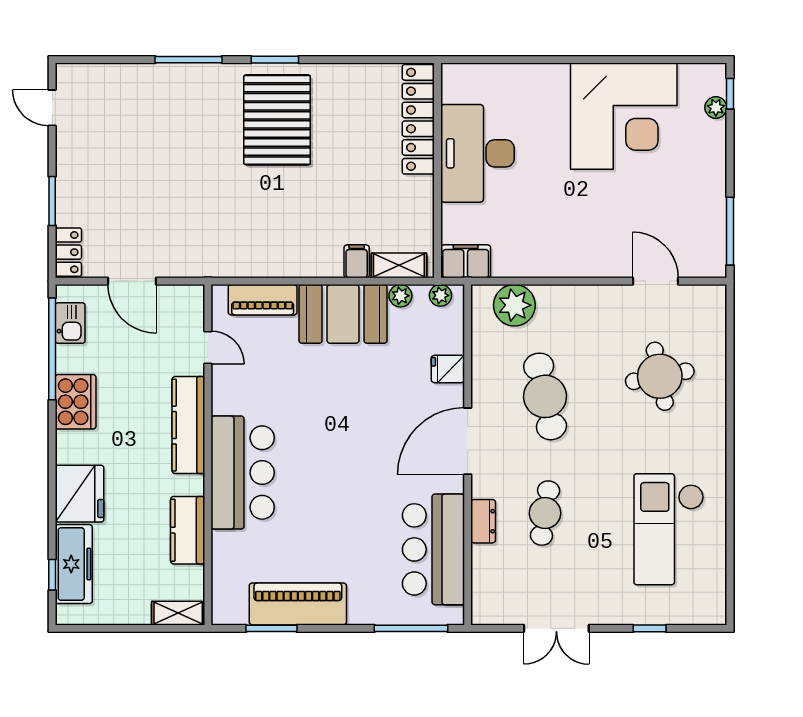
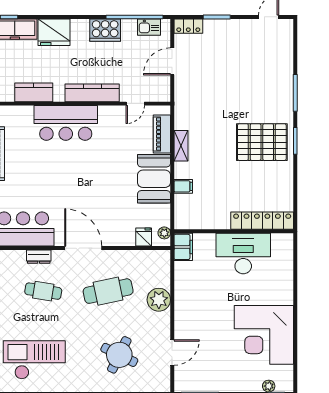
shelving: (399, 265) -> (181, 146), moved
plant: (400, 296) -> (164, 211), removed
plant: (514, 305) -> (159, 300), moved
fridge: (448, 369) -> (144, 237), moved
round table: (660, 376) -> (119, 355), turned 37

